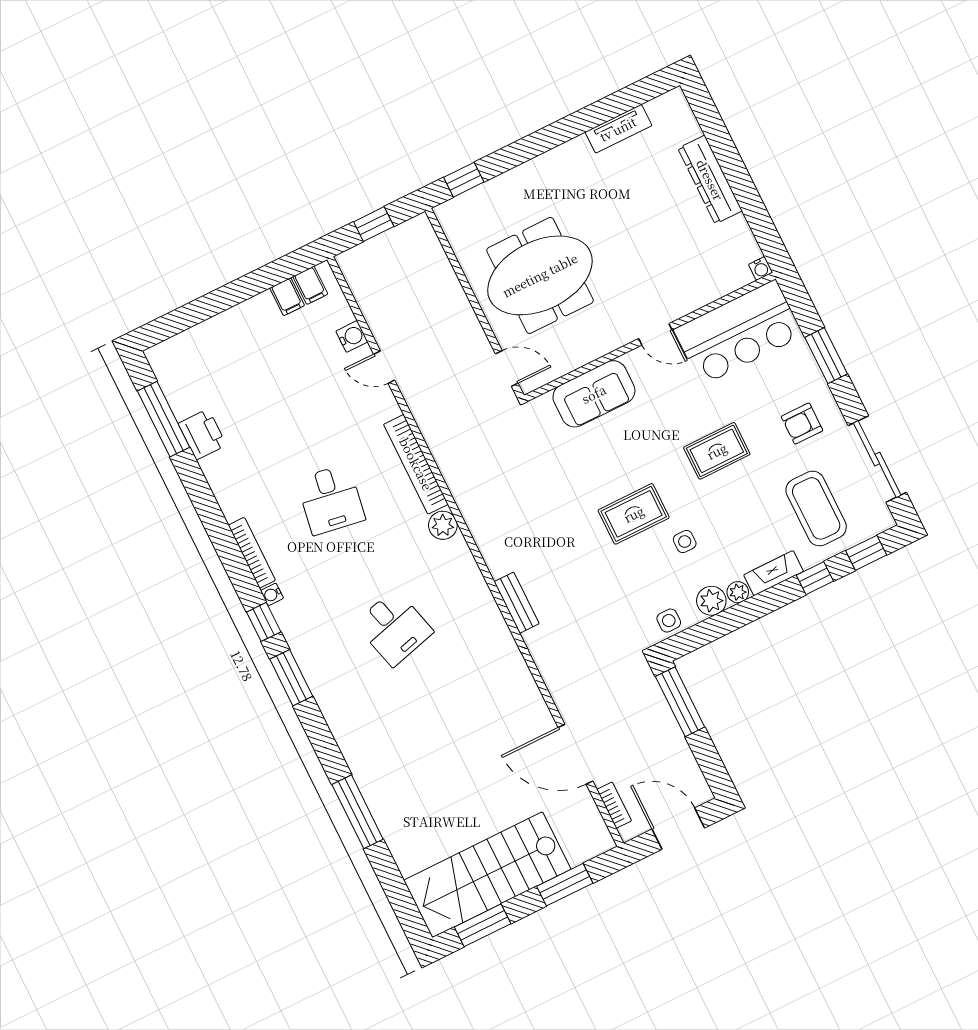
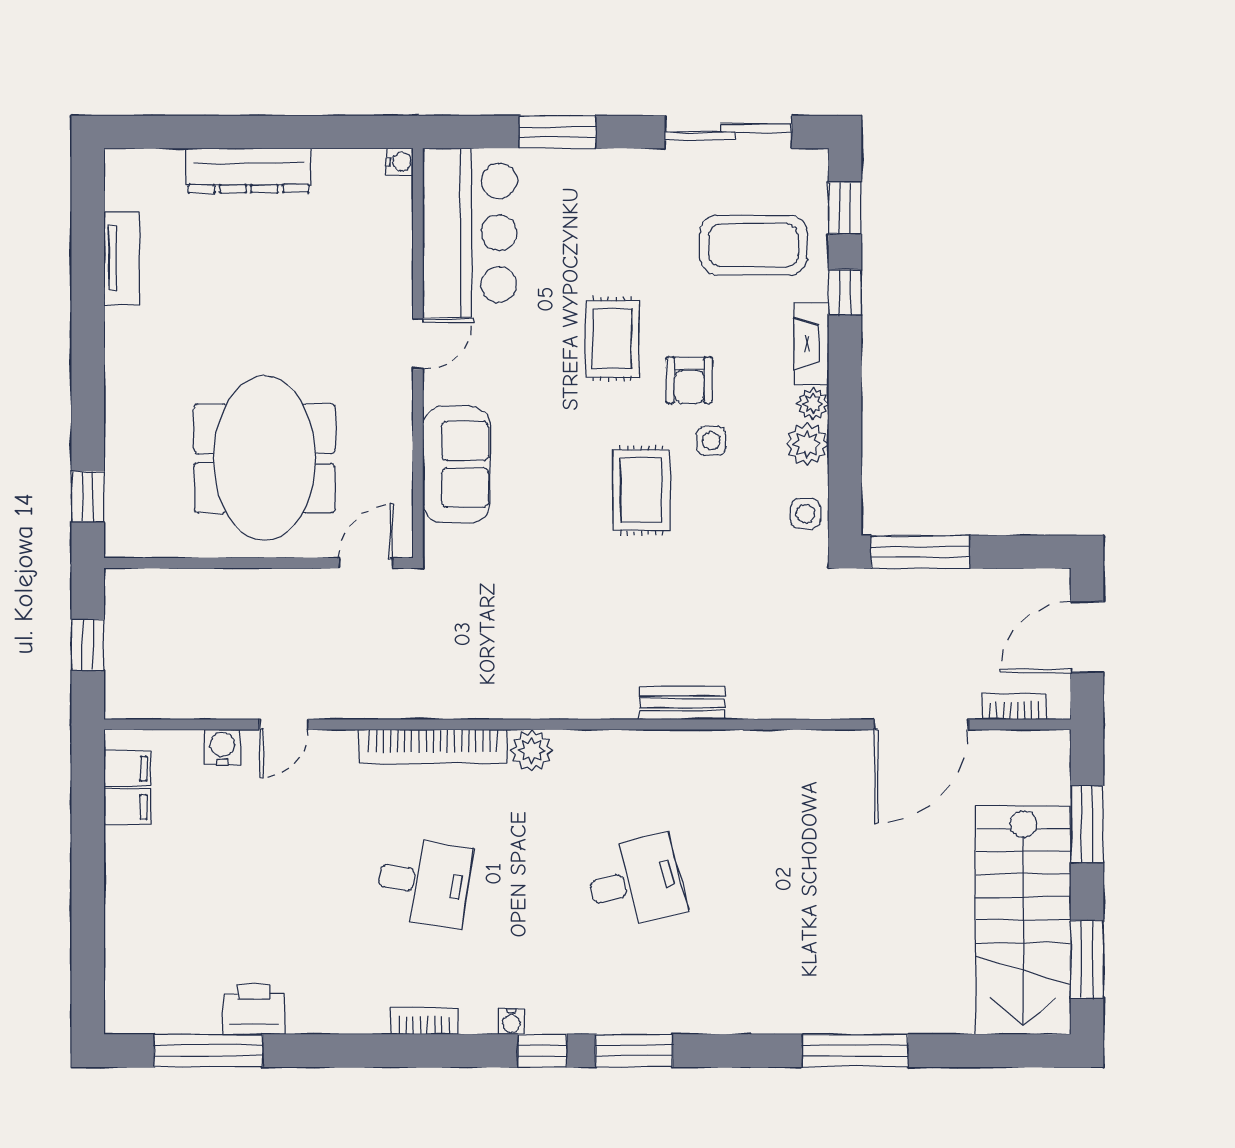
armchair: (802, 423) -> (689, 380), moved
bookcase: (252, 553) -> (424, 1021), width x0.64

